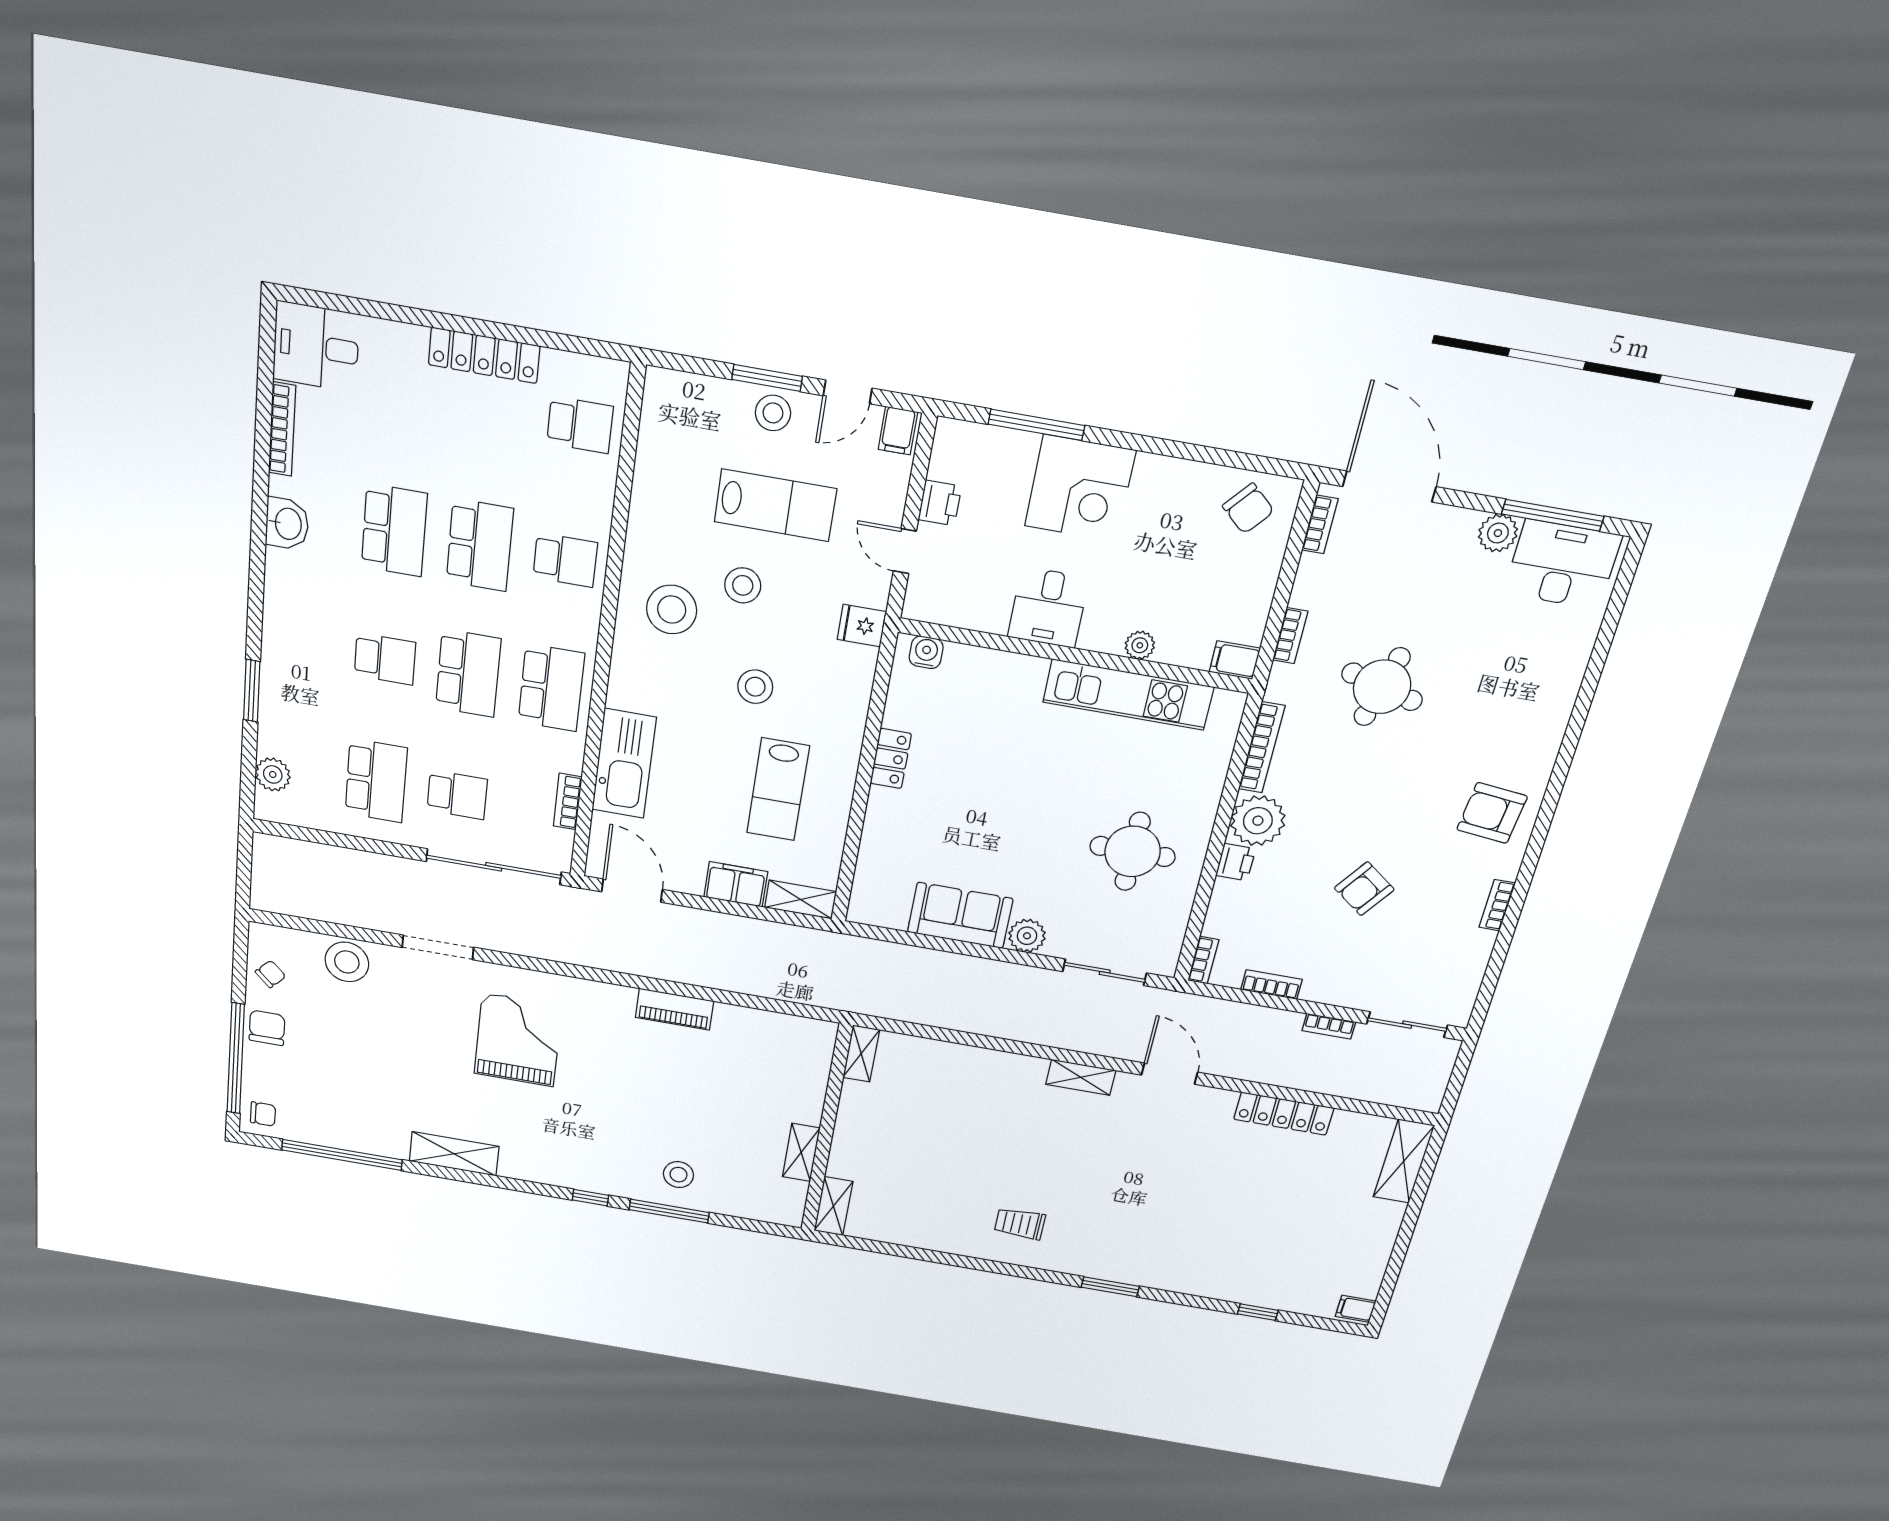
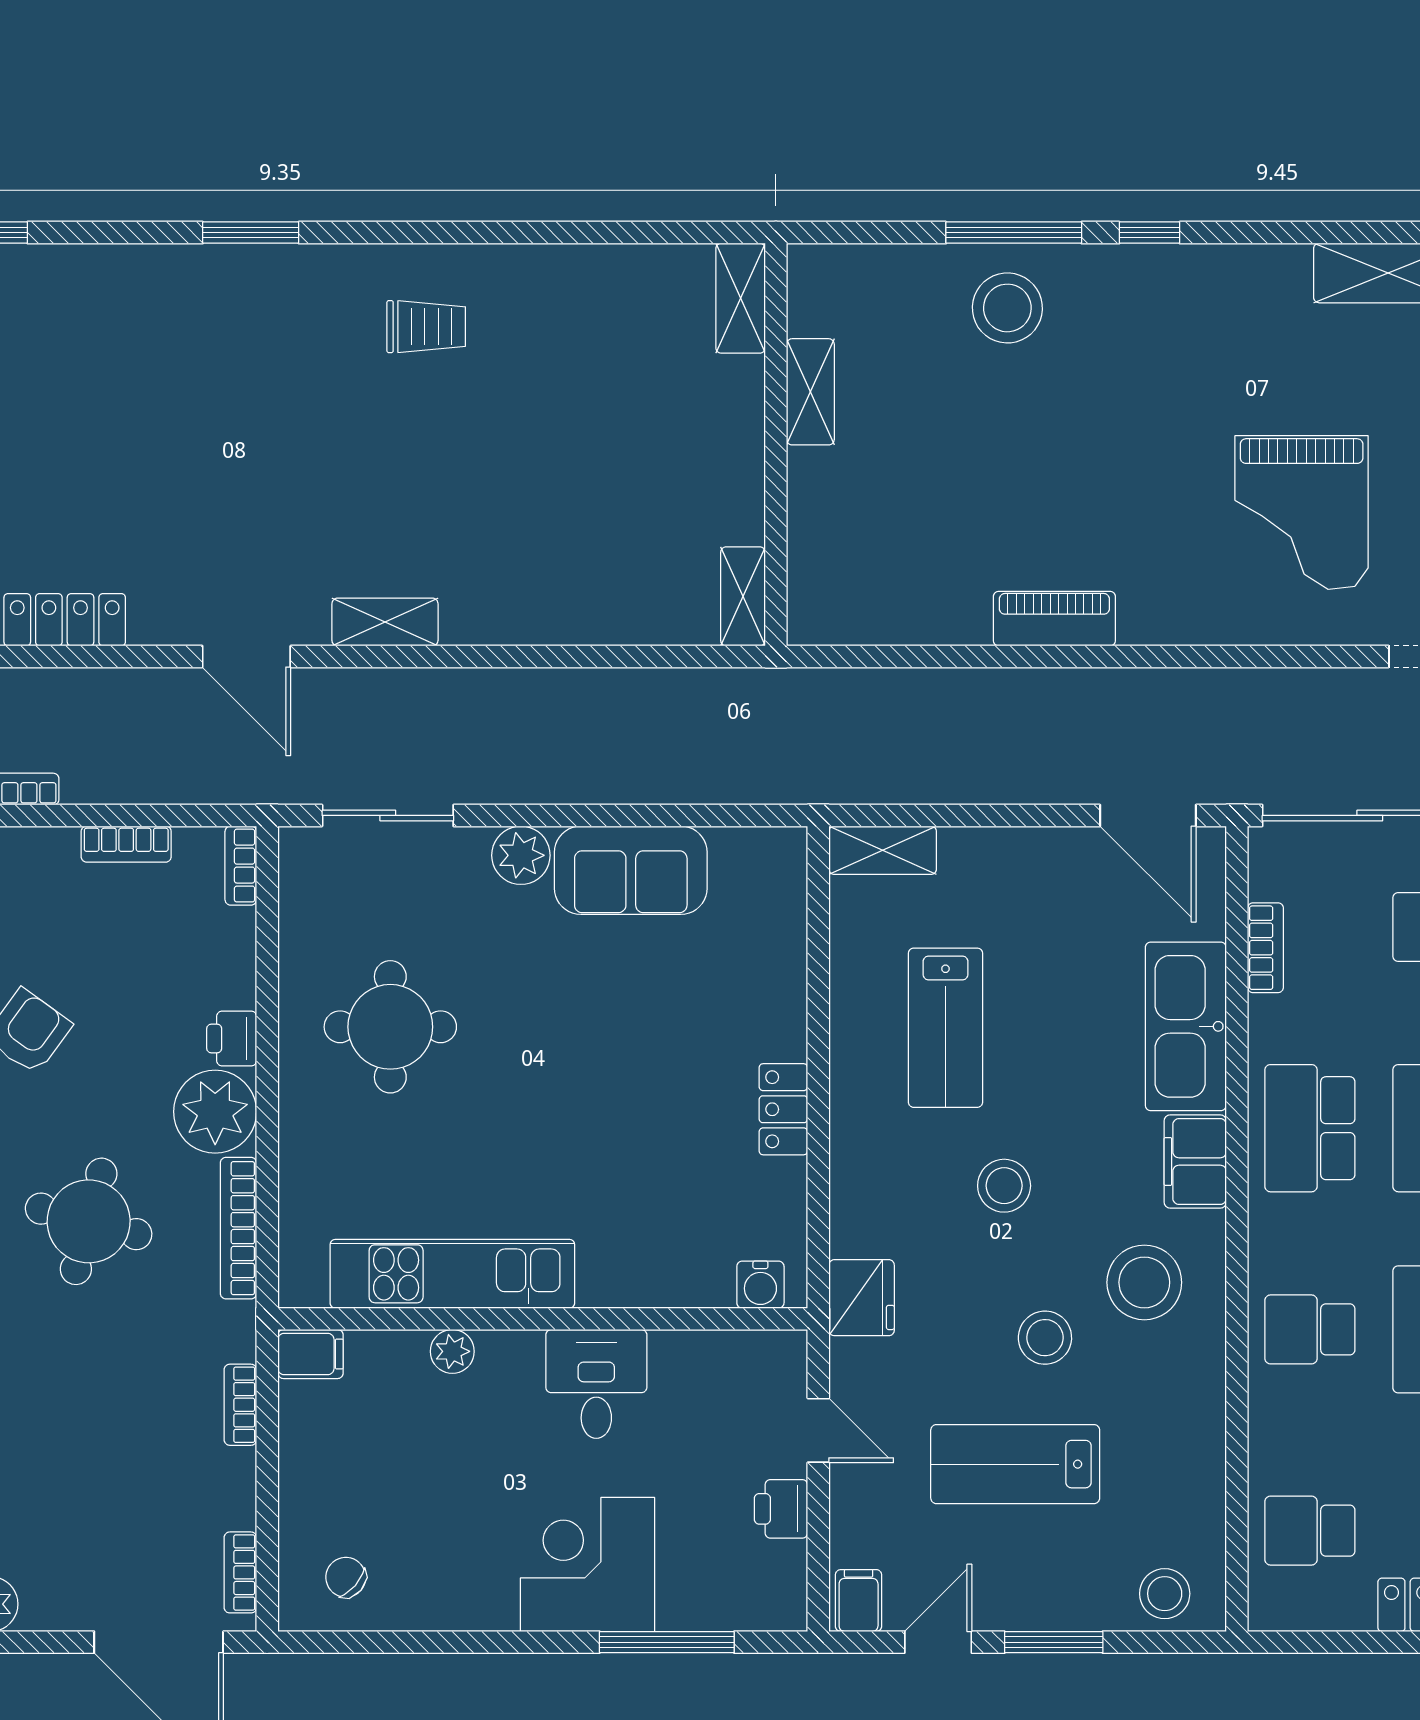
stool: (773, 413) -> (1165, 1594), moved
chair: (1248, 509) -> (346, 1577), width x0.73, depth x0.73
fridge: (862, 626) -> (862, 1298), width x1.38
round table: (1382, 687) -> (89, 1221), moved
lab bench: (778, 789) -> (945, 1028), turned 180
filing cabinet: (736, 884) -> (1195, 1162), moved, turned 90
stool: (678, 1175) -> (1007, 308), width x1.38, depth x1.38

